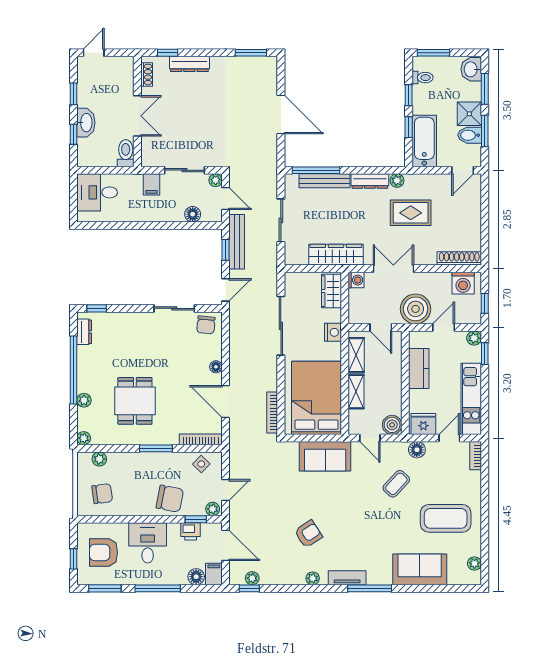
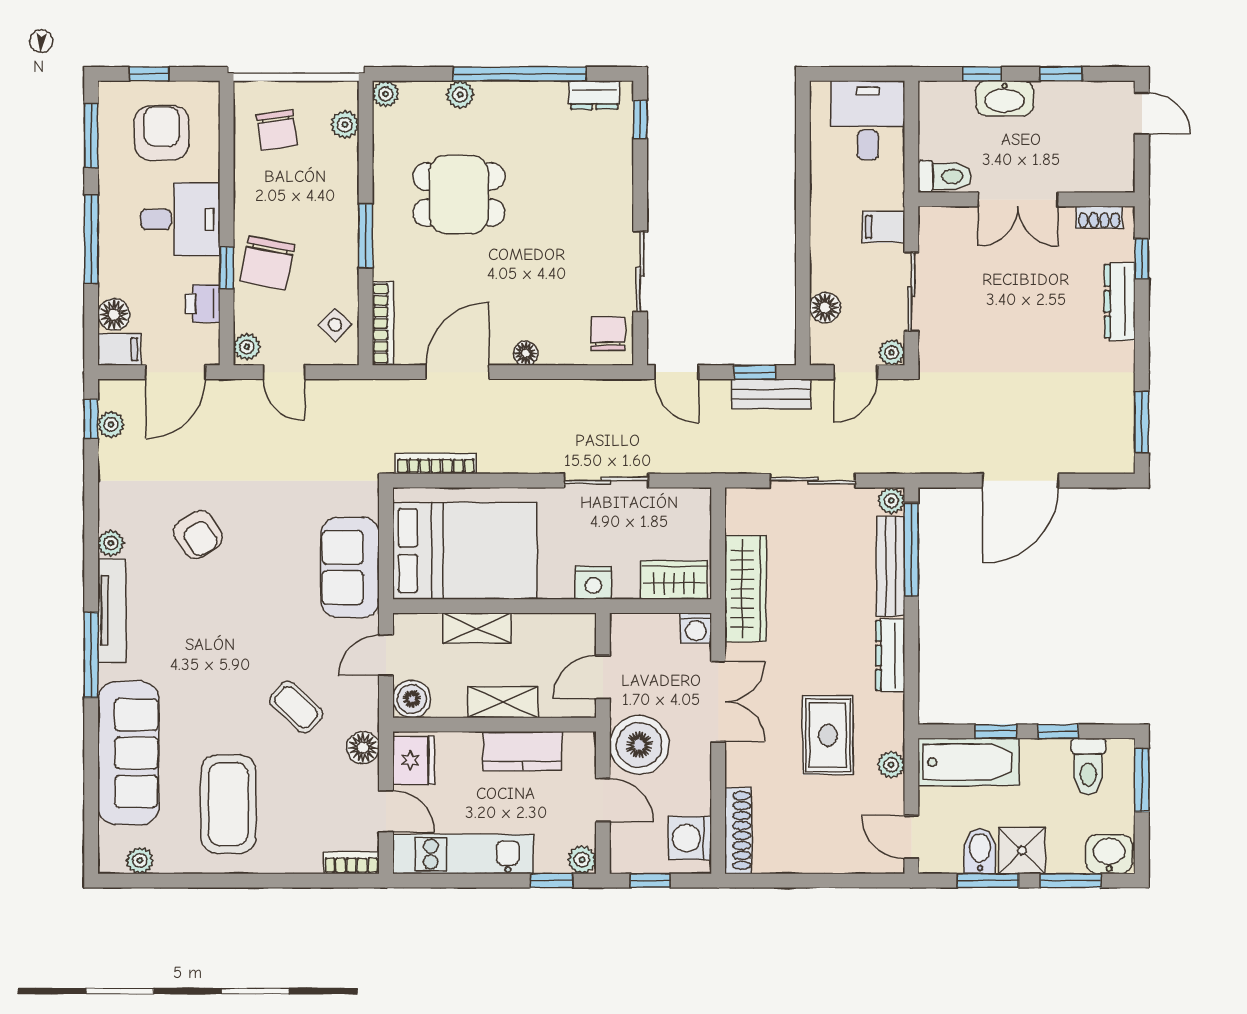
toilet: (423, 78) -> (1088, 767), width x1.37, depth x1.39
plant: (291, 180) -> (891, 501), added
plant: (397, 181) -> (891, 765), moved
bench: (237, 242) -> (771, 394), width x0.73
chair: (206, 325) -> (608, 334), turned 85
sliding door: (281, 326) -> (606, 481), width x0.73
shelving: (356, 355) -> (503, 702), moved
window: (196, 519) -> (227, 268), moved
sofa: (420, 569) -> (128, 753), width x1.36
tv unit: (347, 578) -> (112, 610), width x1.41

